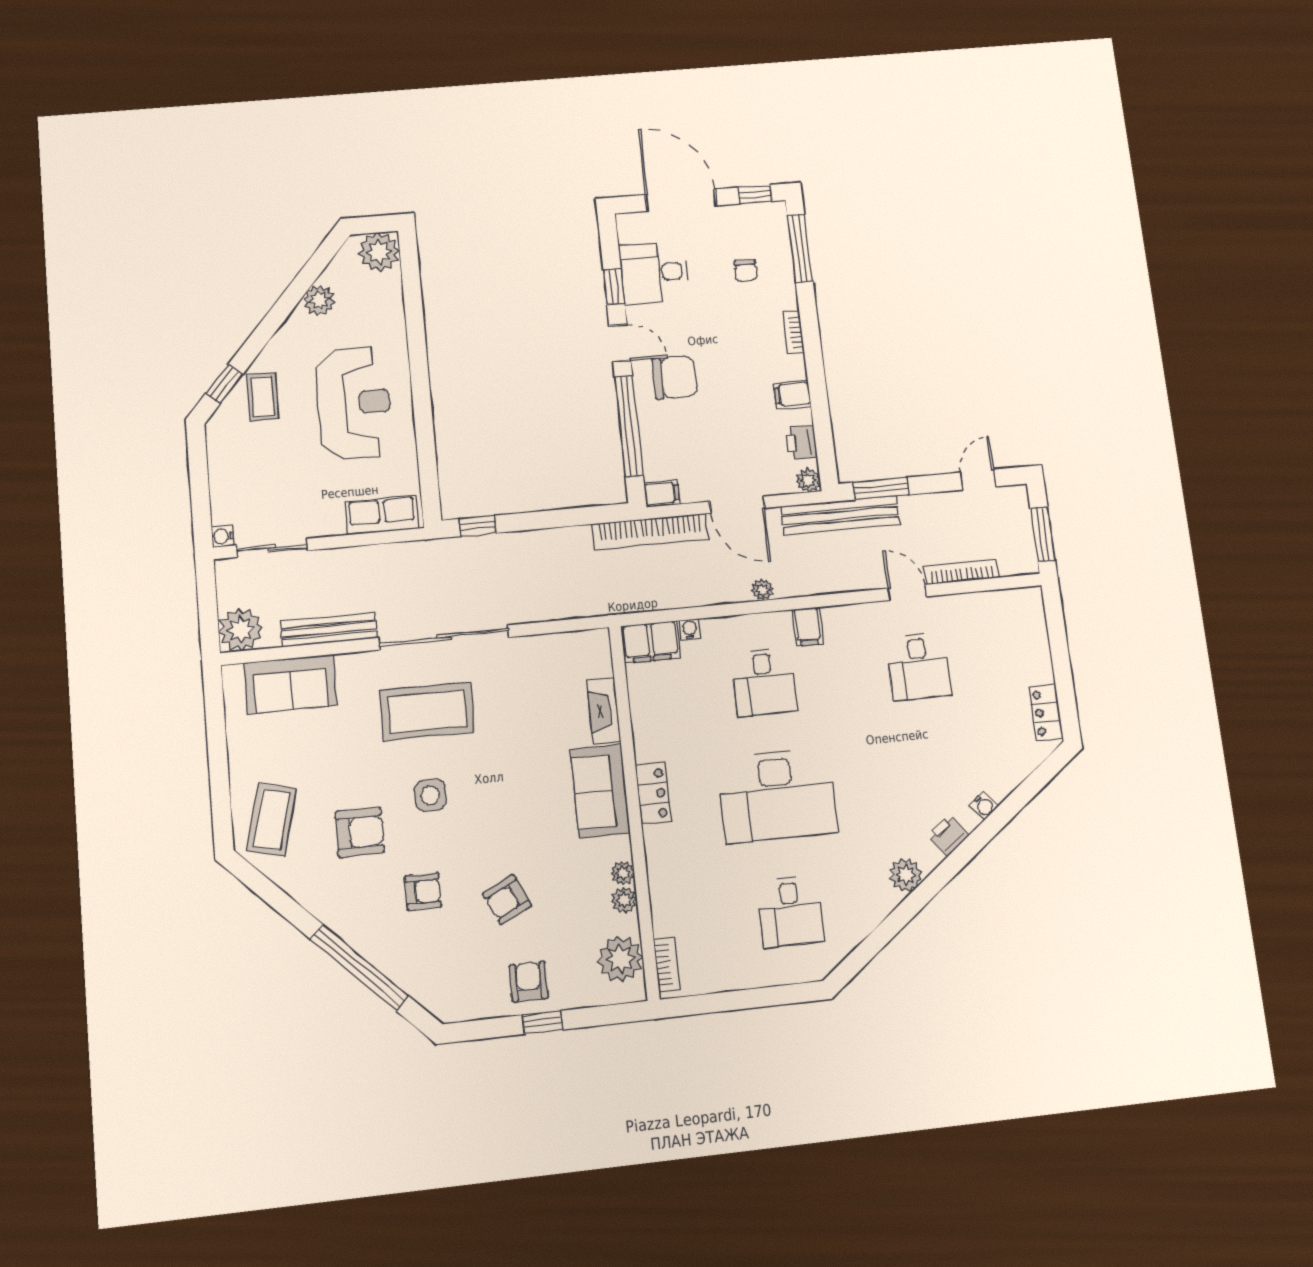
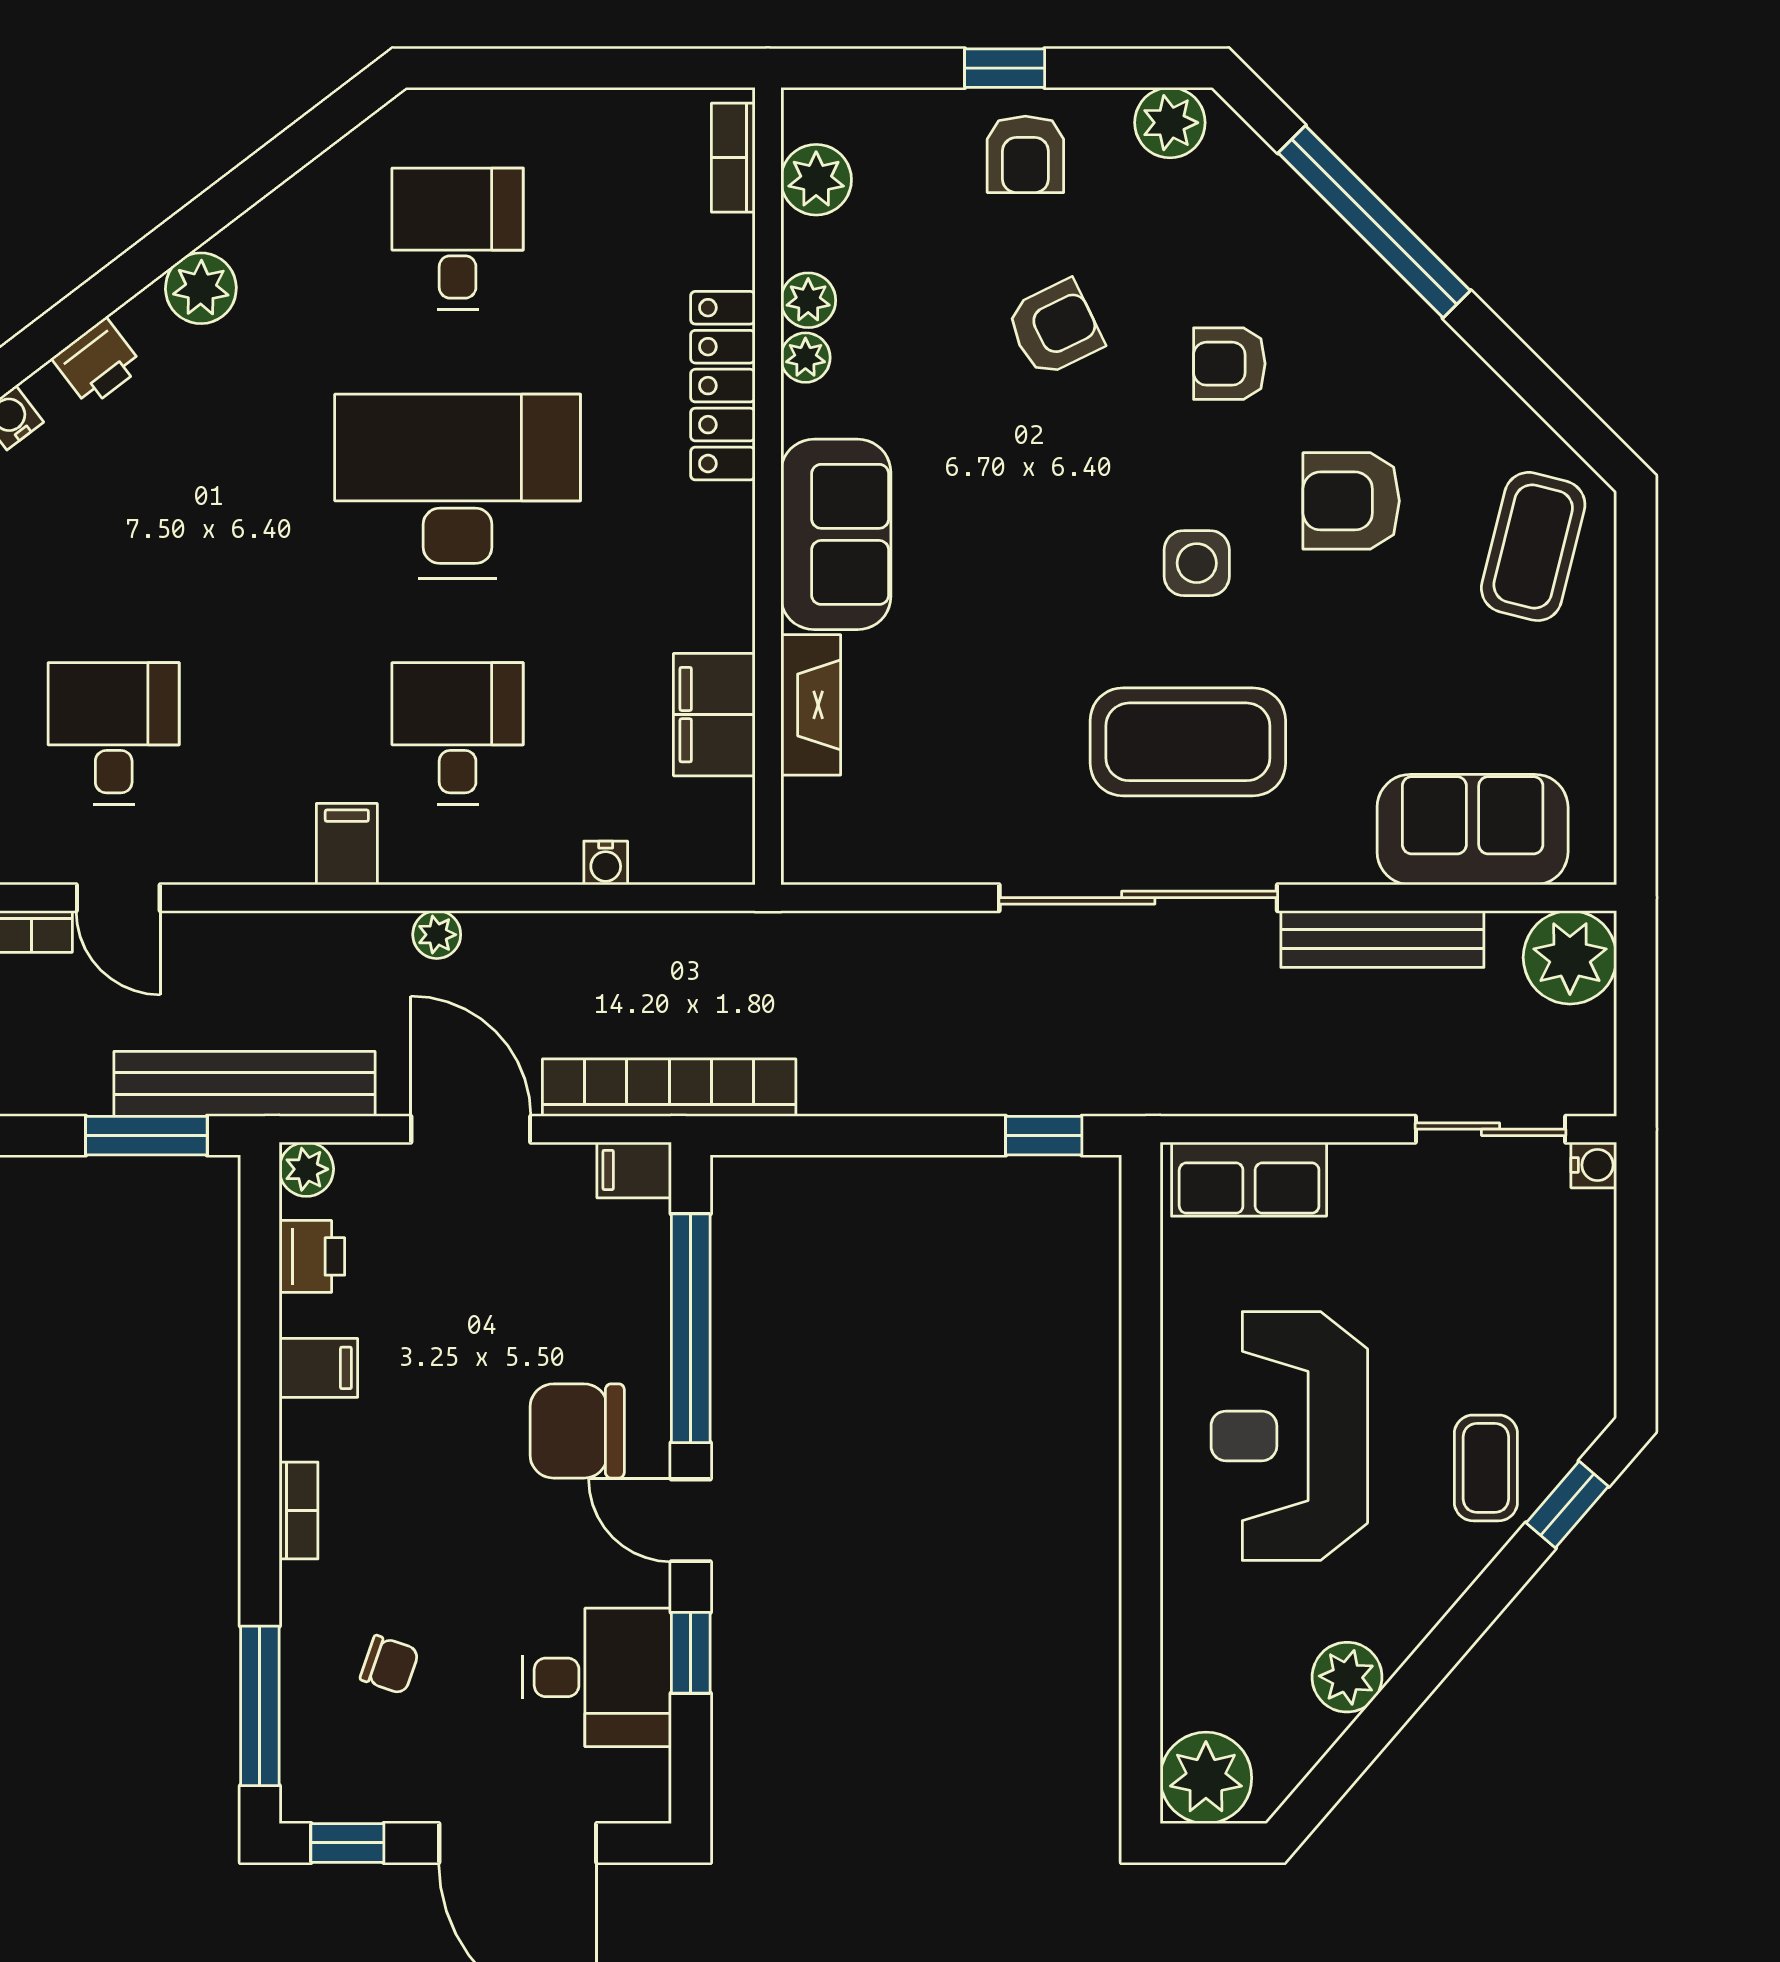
chair: (746, 270) -> (390, 1665), turned 109
filing cabinet: (651, 642) -> (714, 715), moved, turned -90
locker: (653, 794) -> (723, 386), moved, width x1.53
plant: (620, 959) -> (816, 180), width x0.73, depth x0.73
plant: (461, 1005) -> (1170, 123), added

